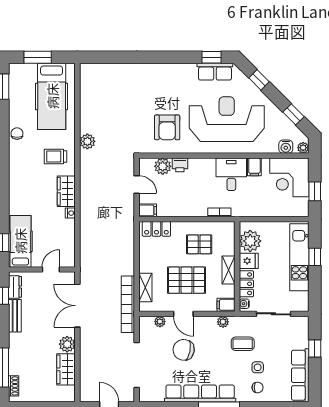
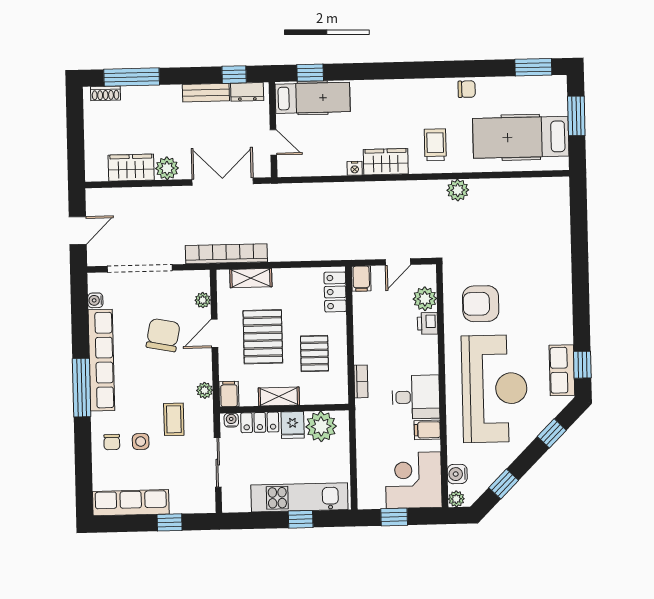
water cooler: (158, 397) -> (95, 300), added

